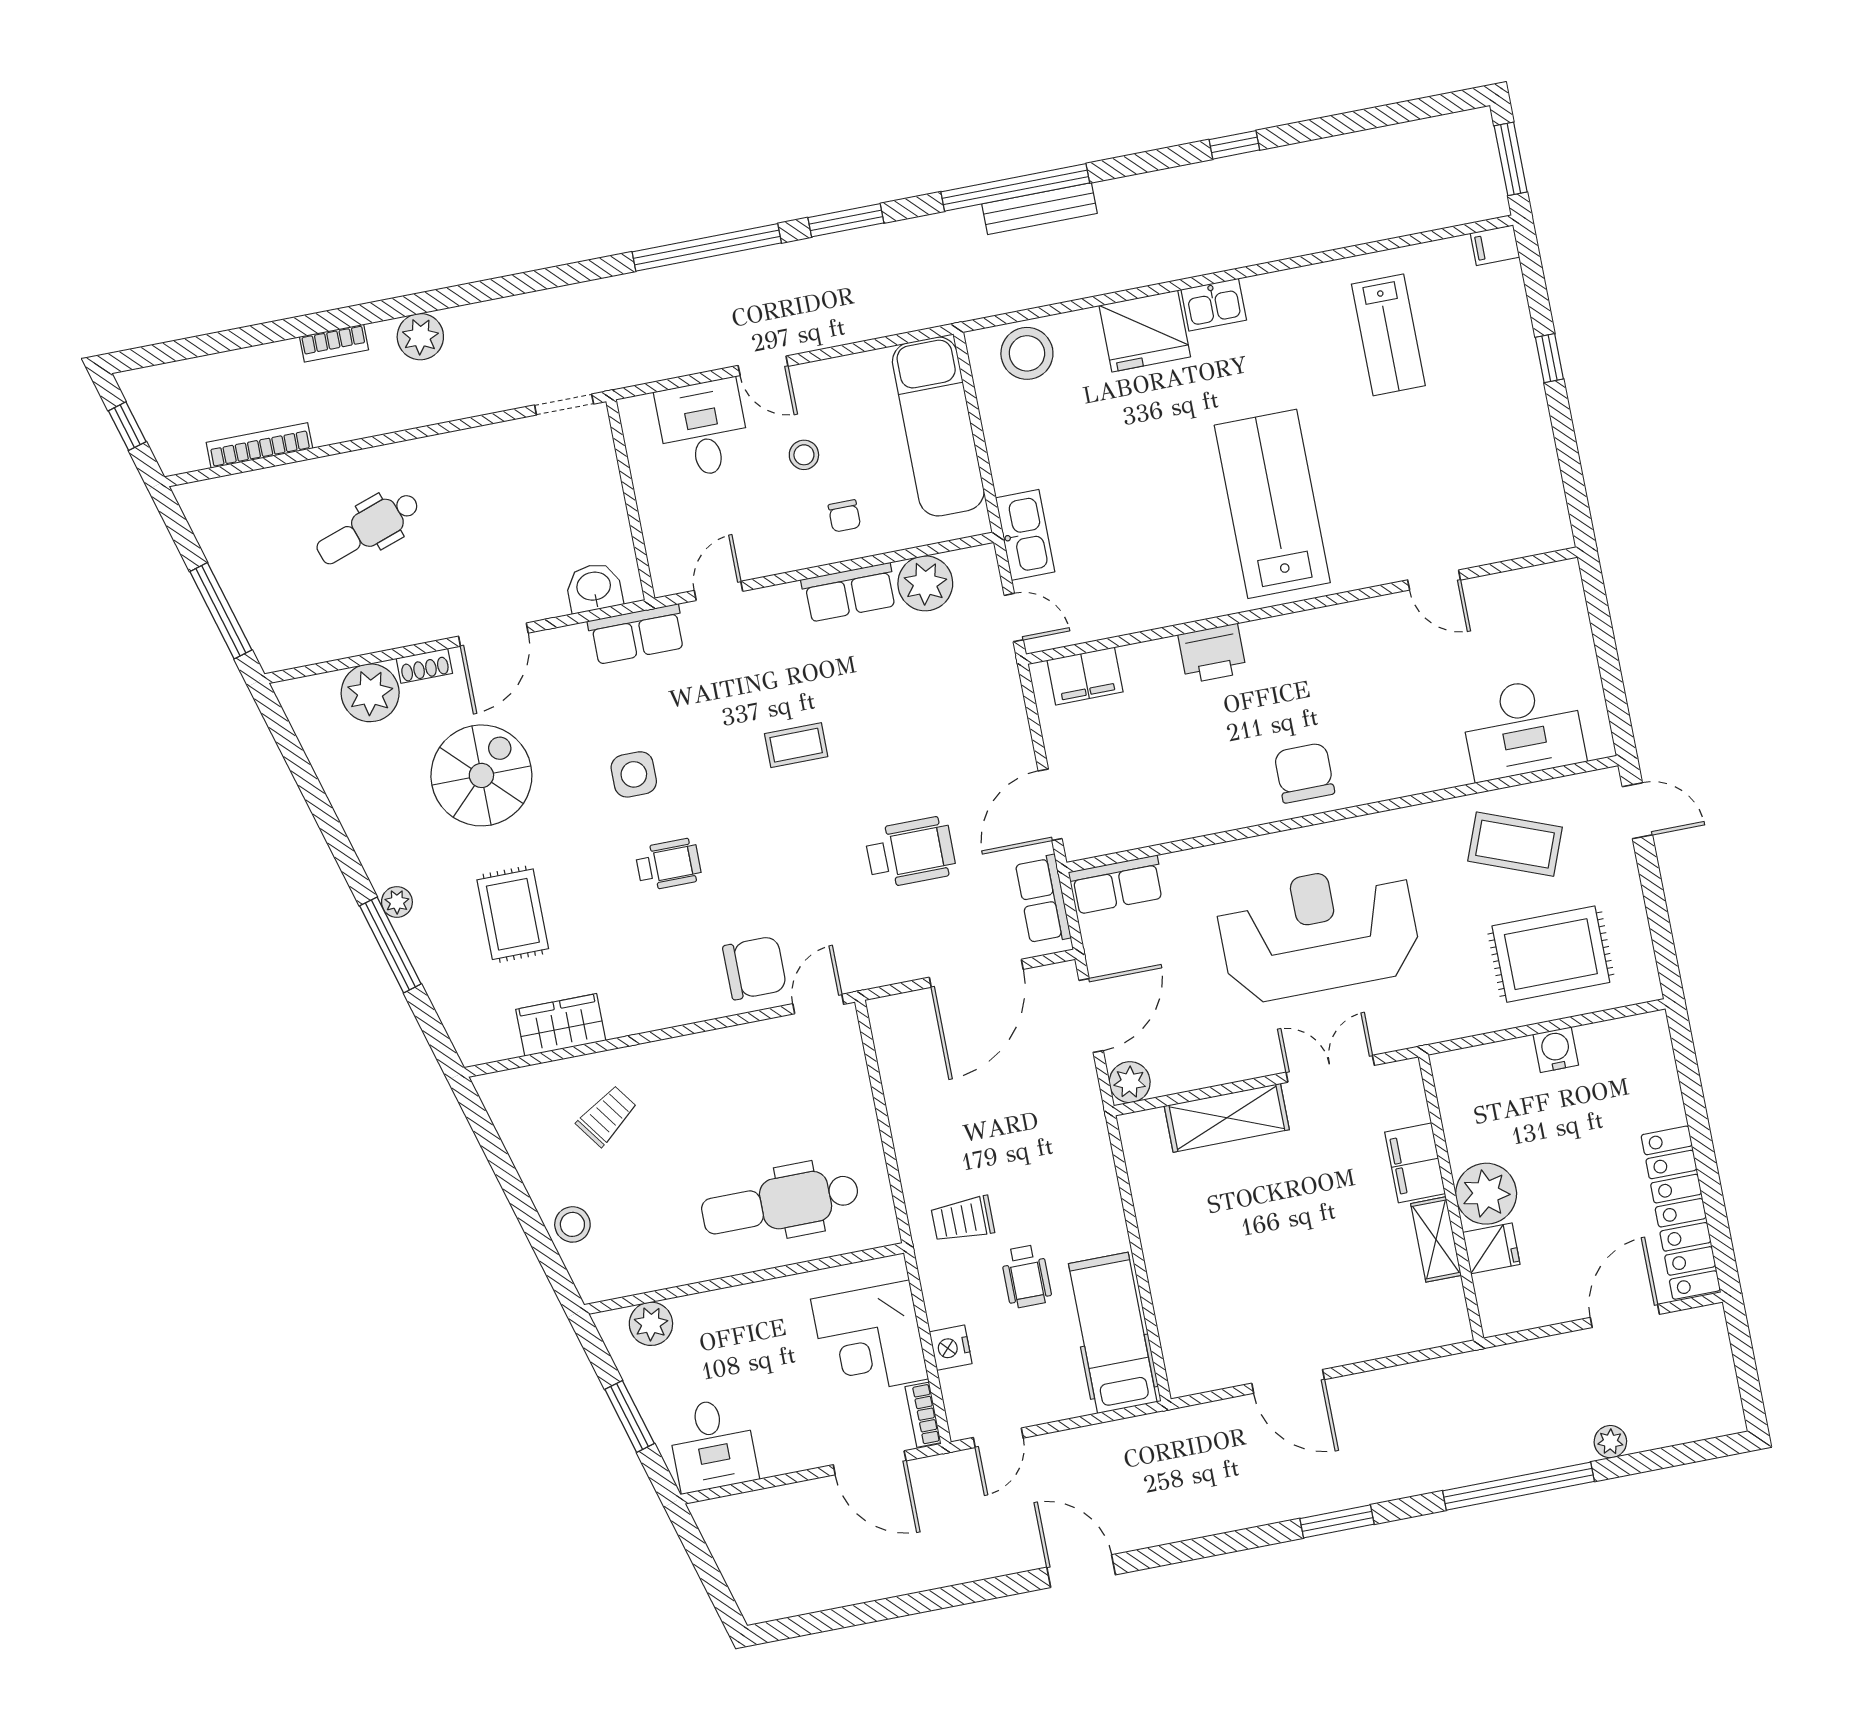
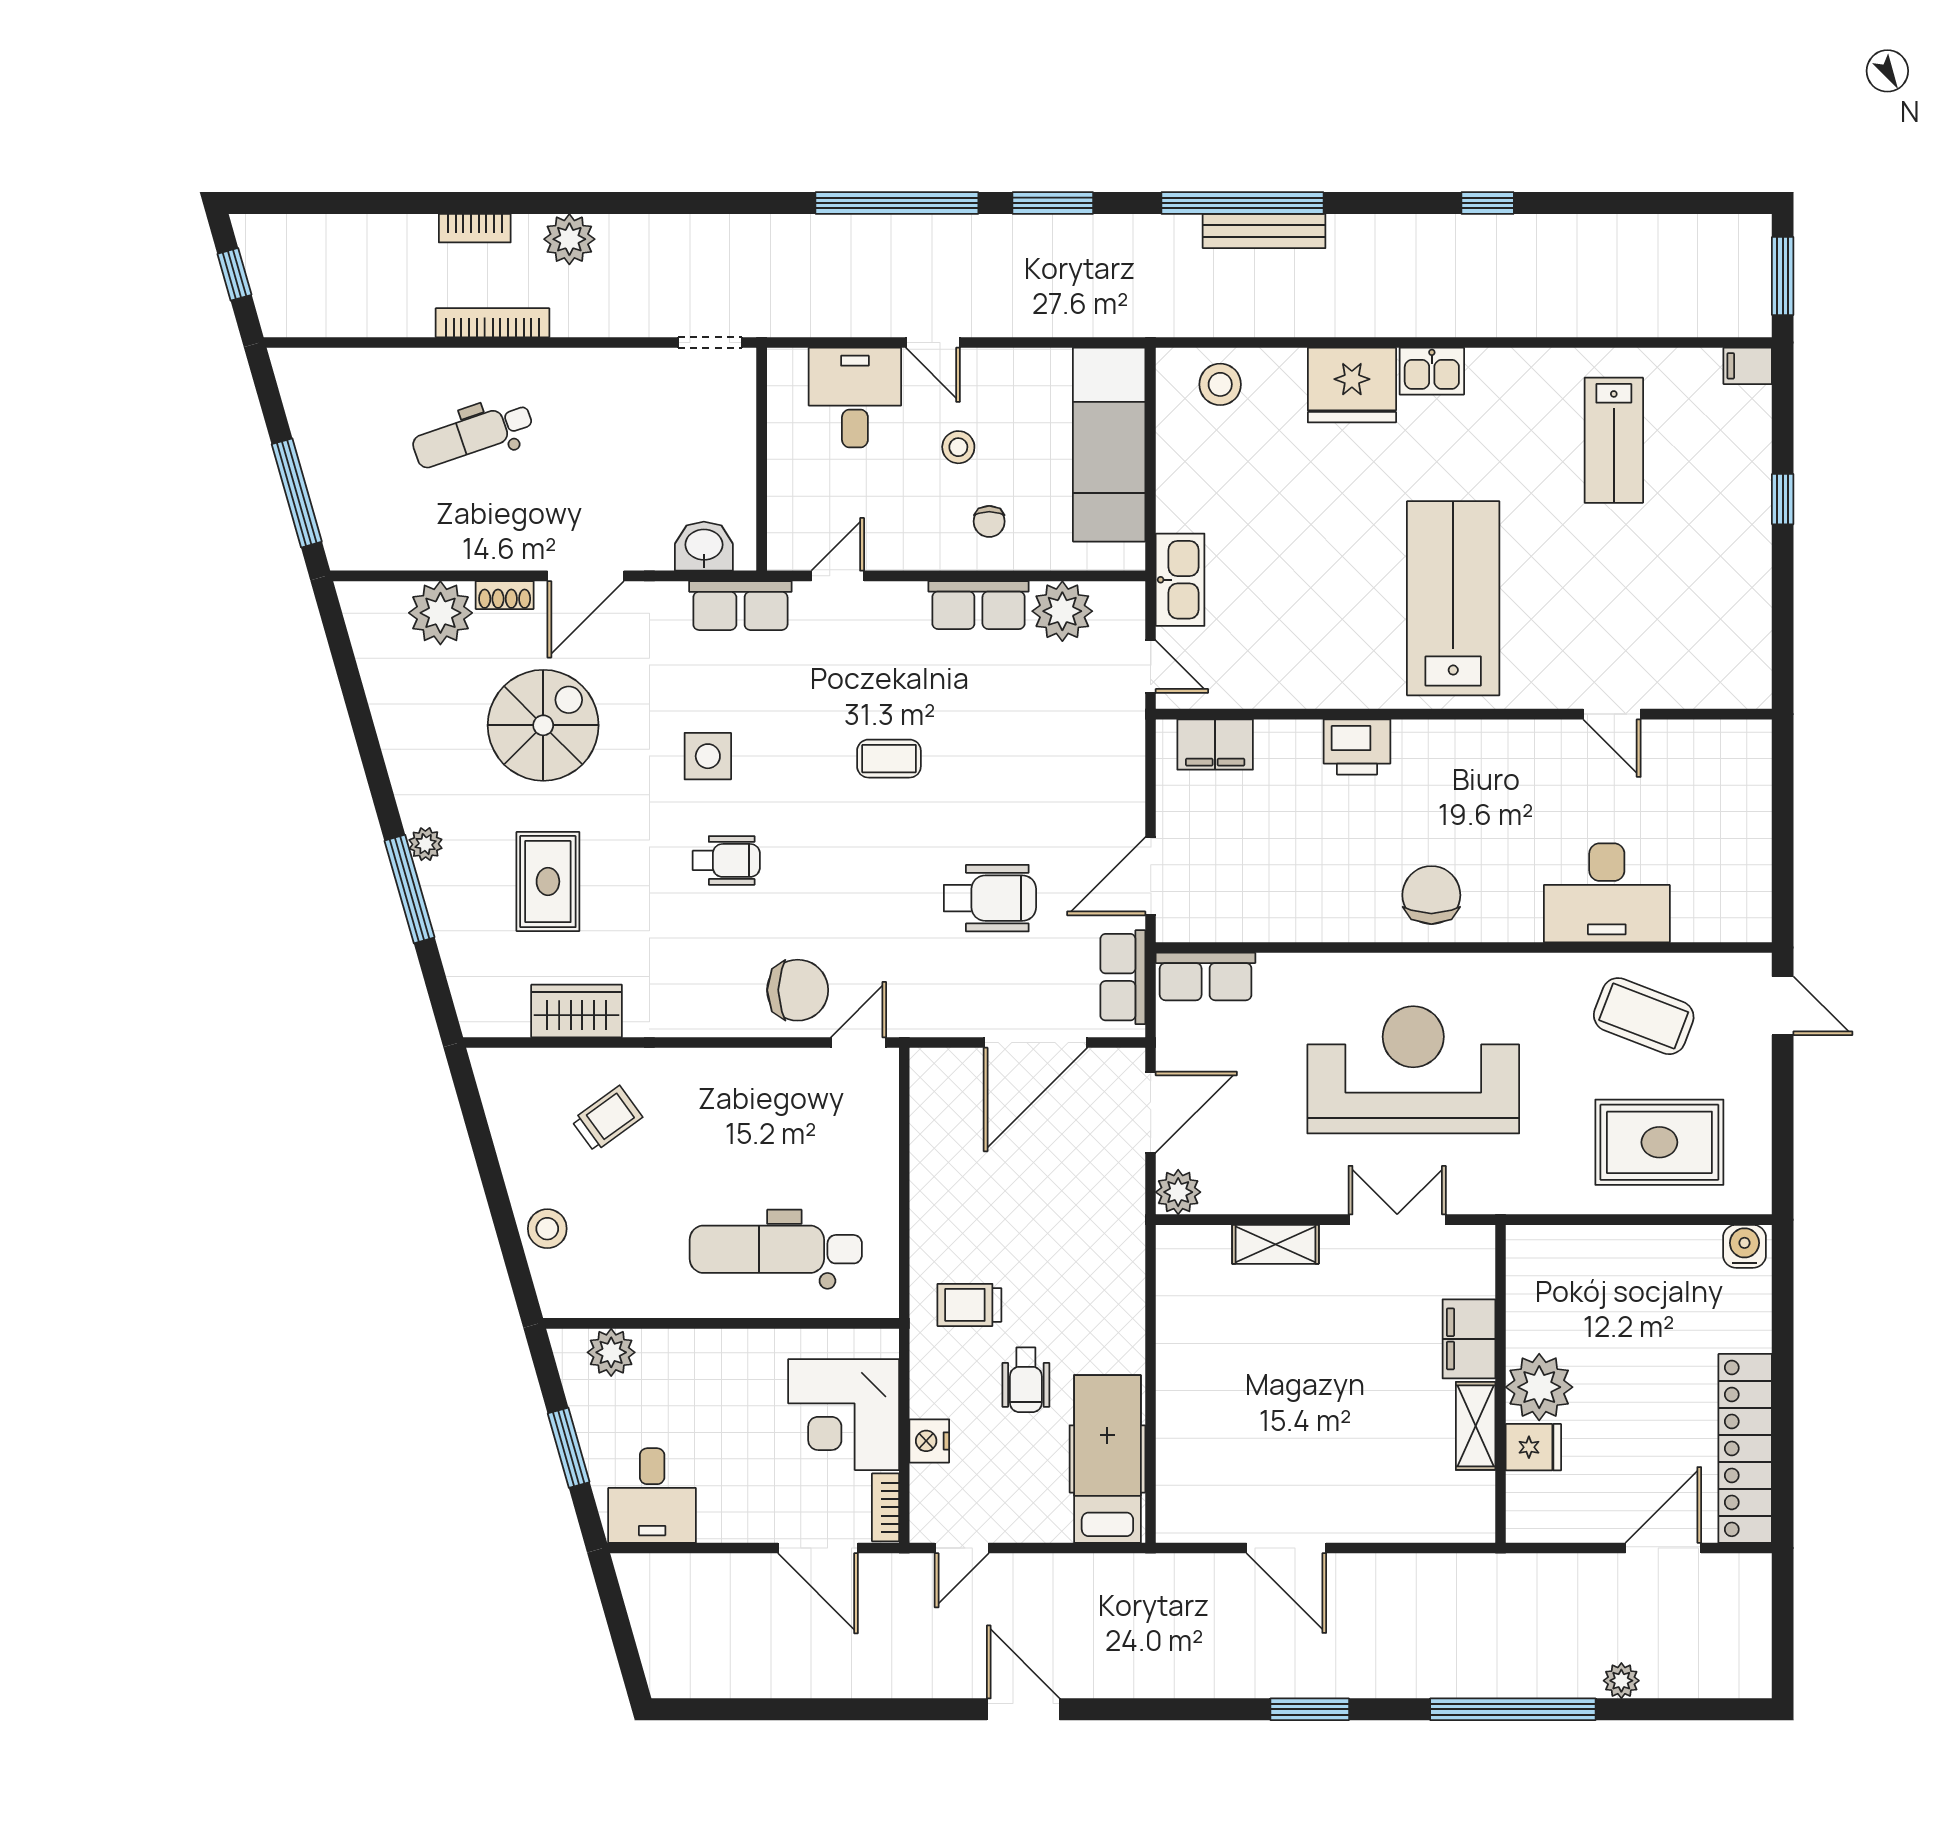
stool: (1027, 353) -> (1220, 384), width x0.73, depth x0.73
bookcase: (259, 445) -> (493, 323), moved
desk: (1523, 728) -> (1607, 893), moved
water cooler: (1556, 1050) -> (1744, 1246), moved
shelving: (1227, 1118) -> (1275, 1244), width x0.67, depth x0.75

